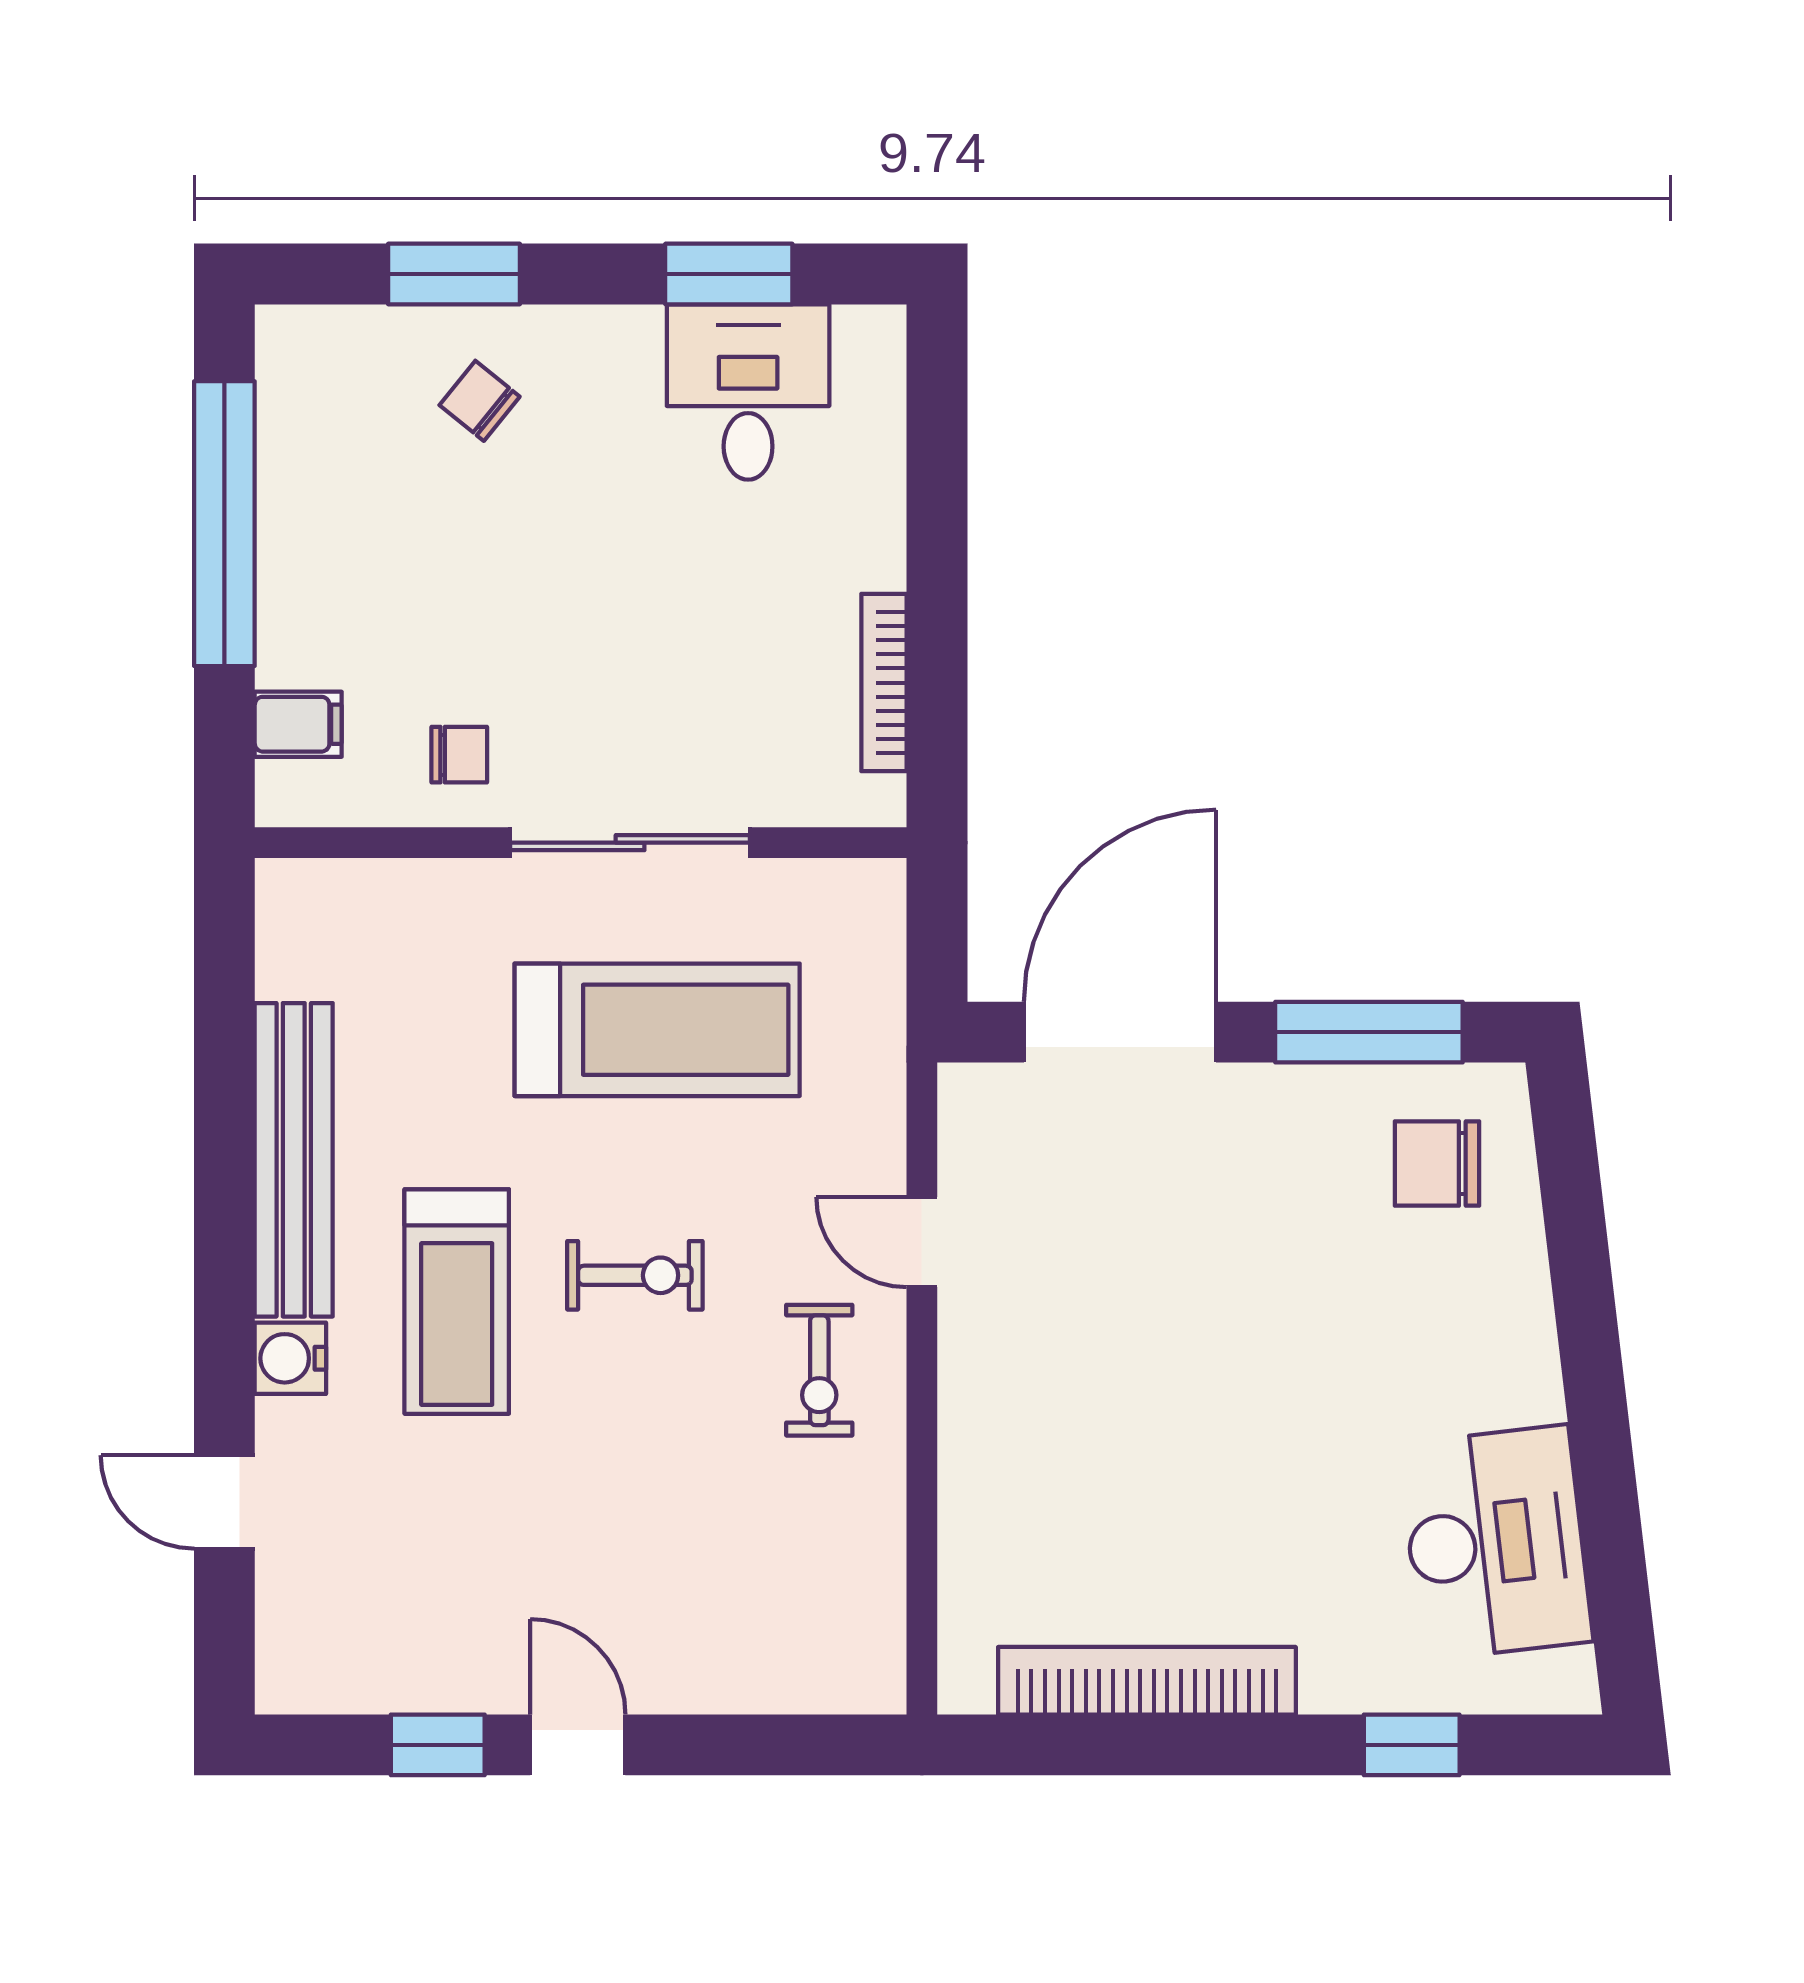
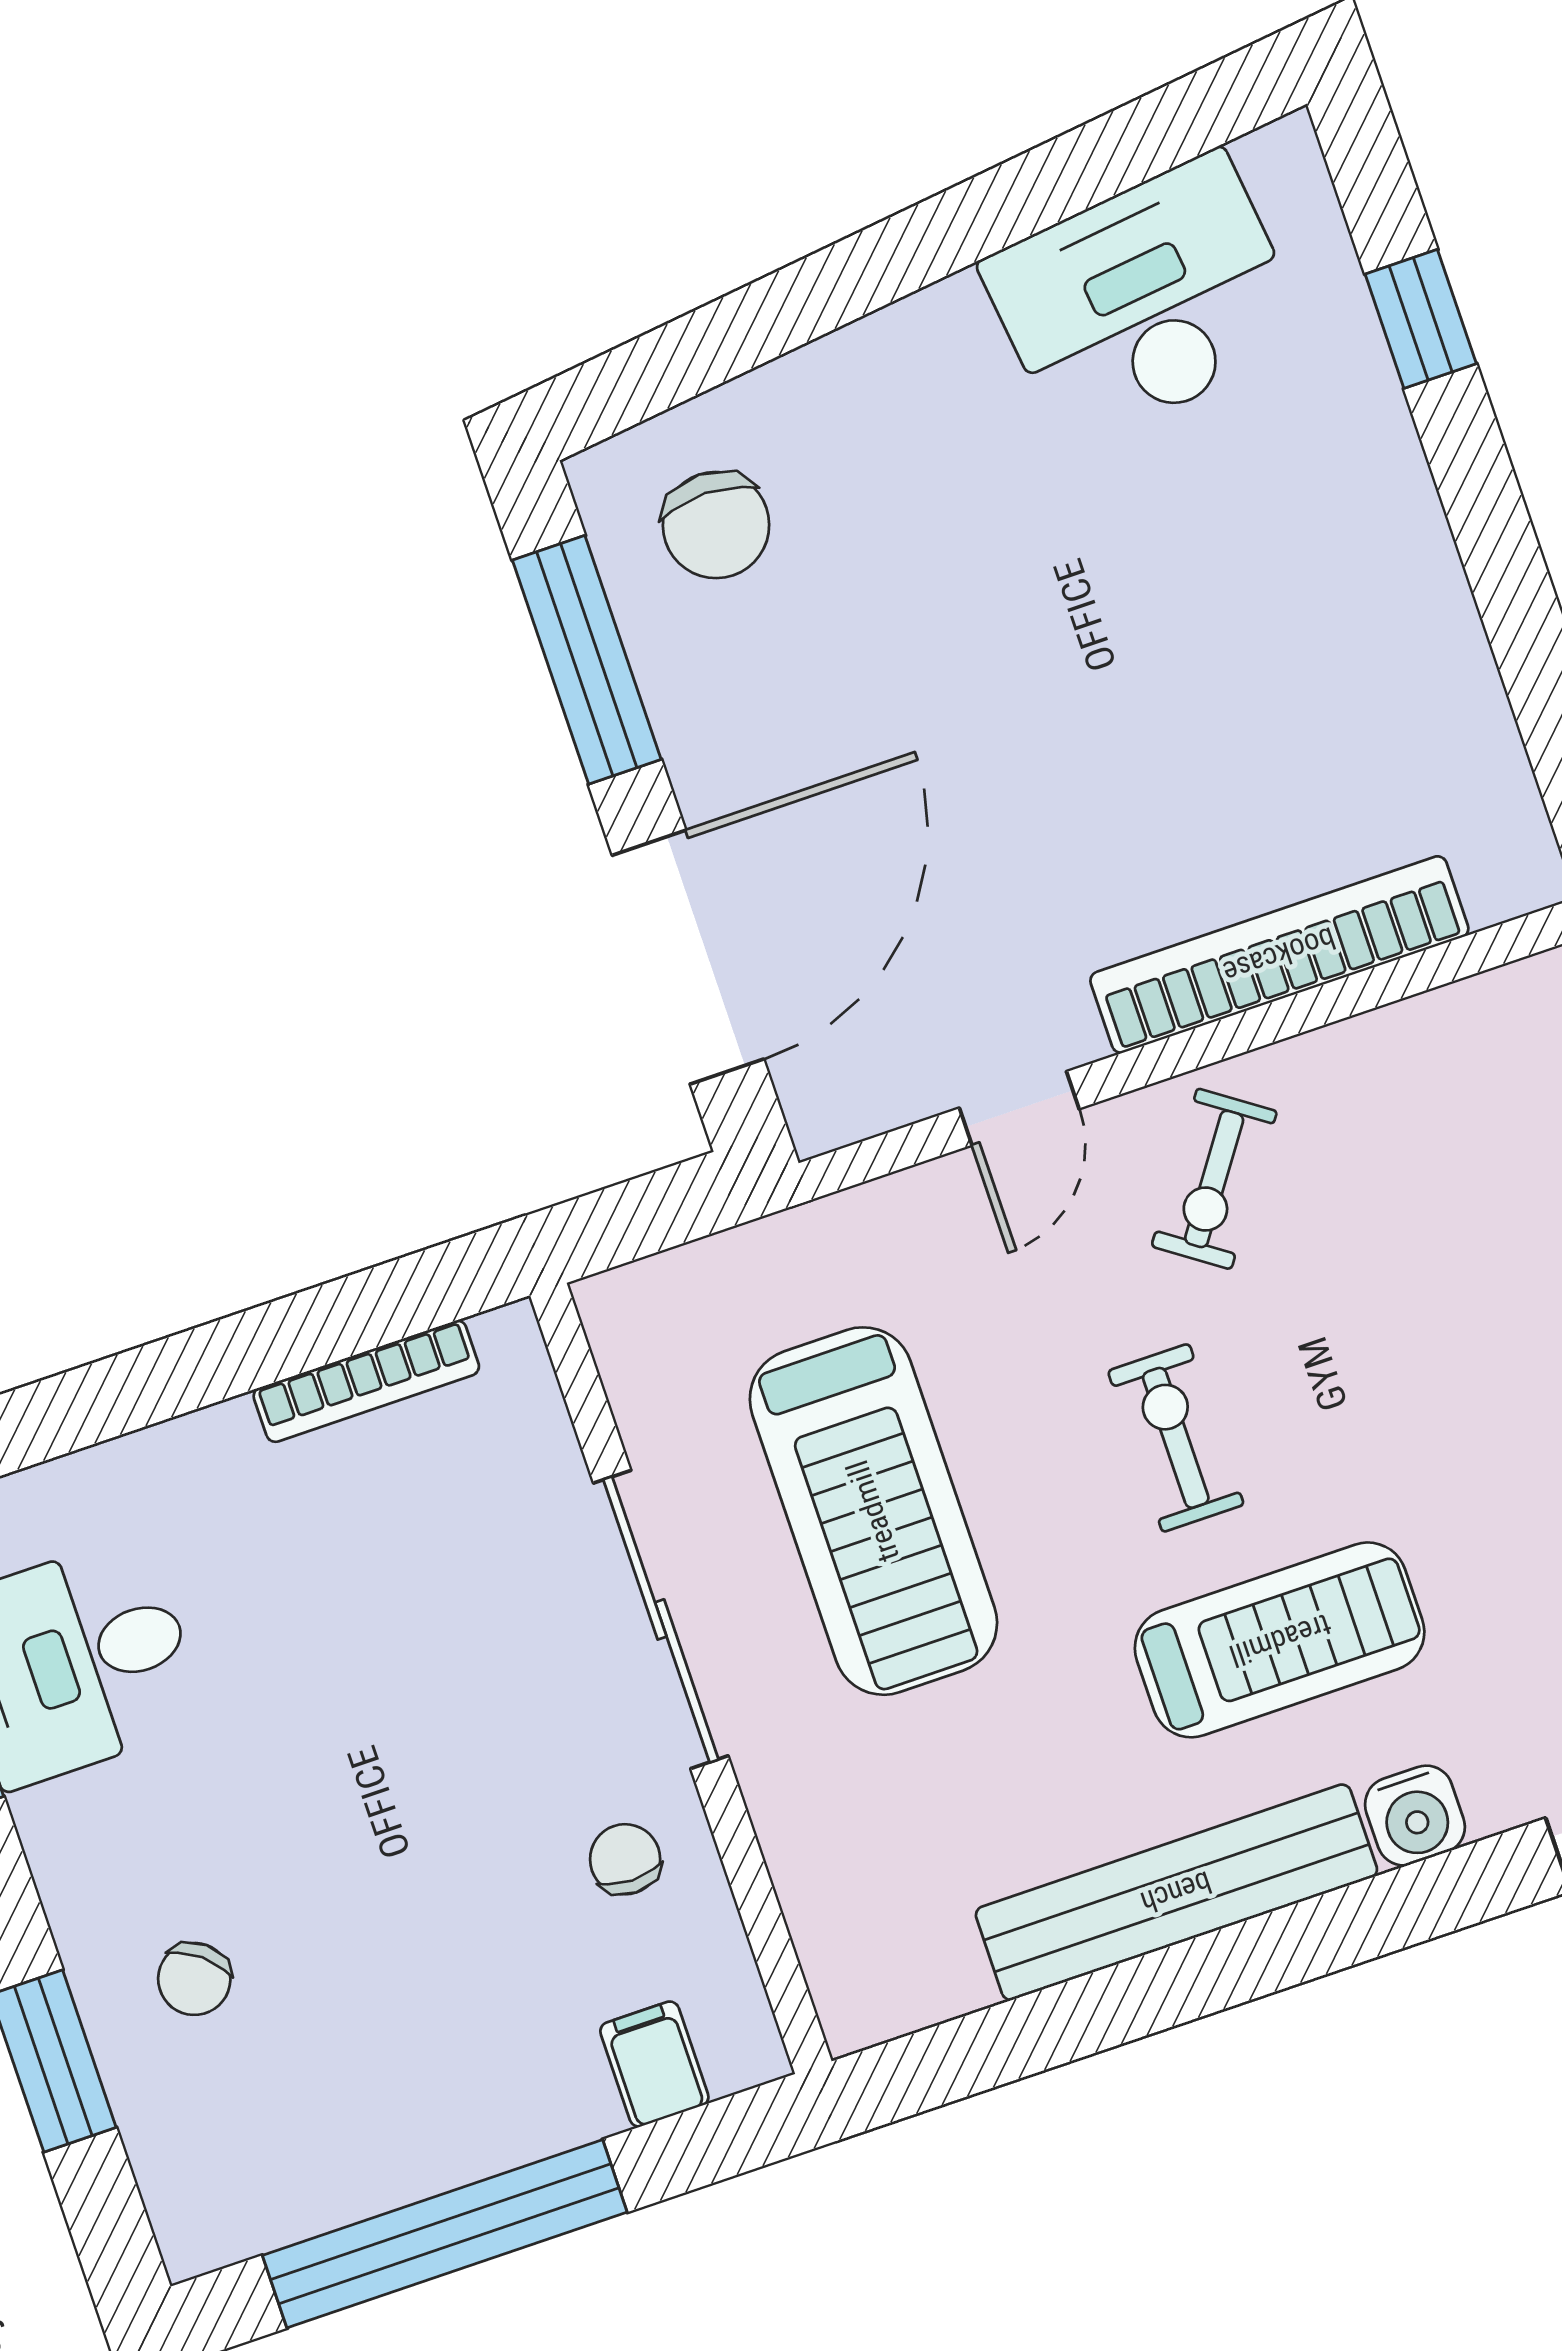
treadmill: (657, 1030) -> (873, 1511), turned 180
door: (1120, 1032) -> (688, 957), swing flipped
exercise bike: (819, 1370) -> (1214, 1179), turned 125
bookcase: (1147, 1681) -> (1279, 955), moved, turned 90

